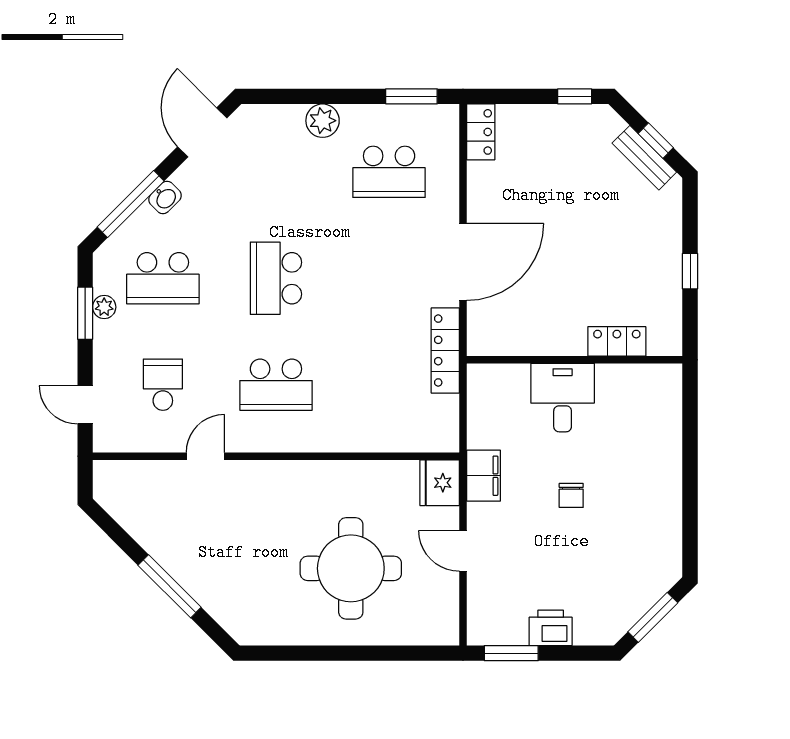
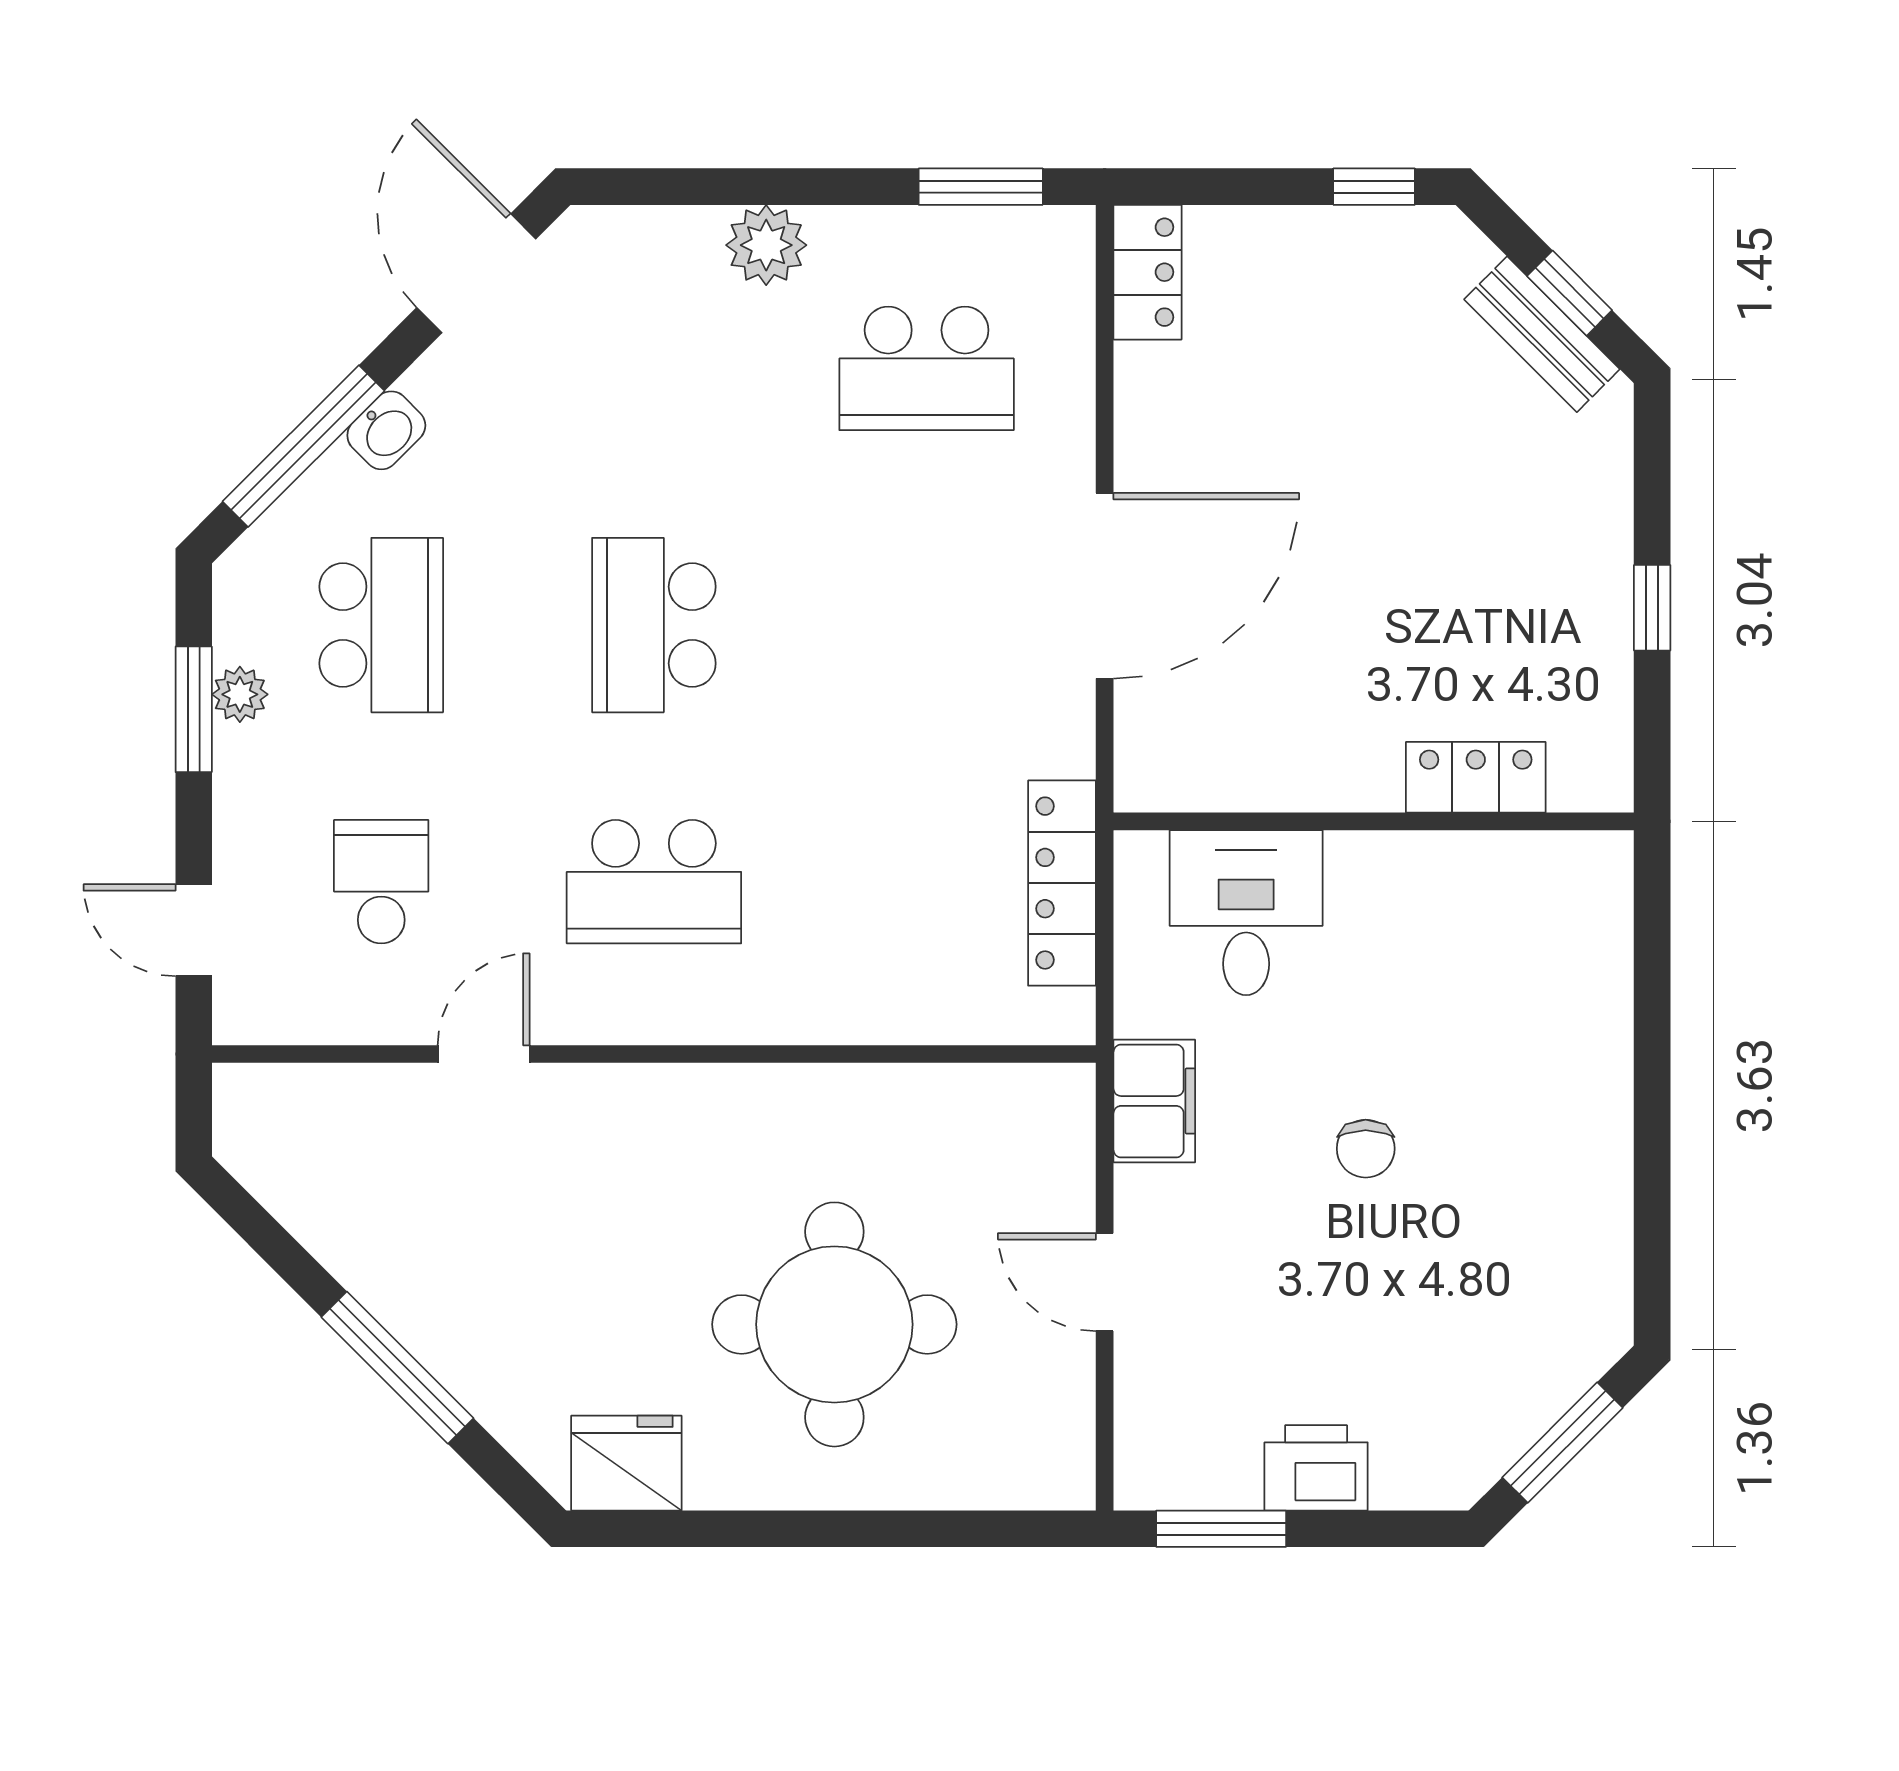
school desk: (163, 278) -> (381, 625), turned -90
locker: (445, 351) -> (1062, 883), moved
desk: (563, 398) -> (1246, 913), moved
fridge: (440, 483) -> (626, 1463), moved, turned 90

